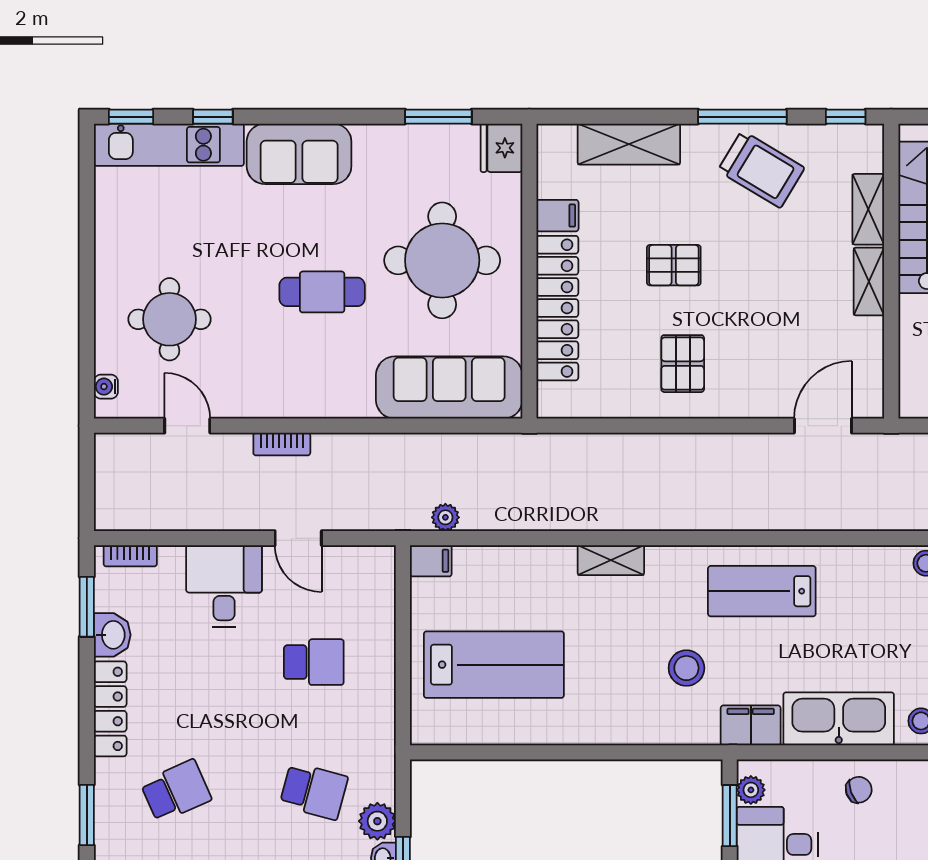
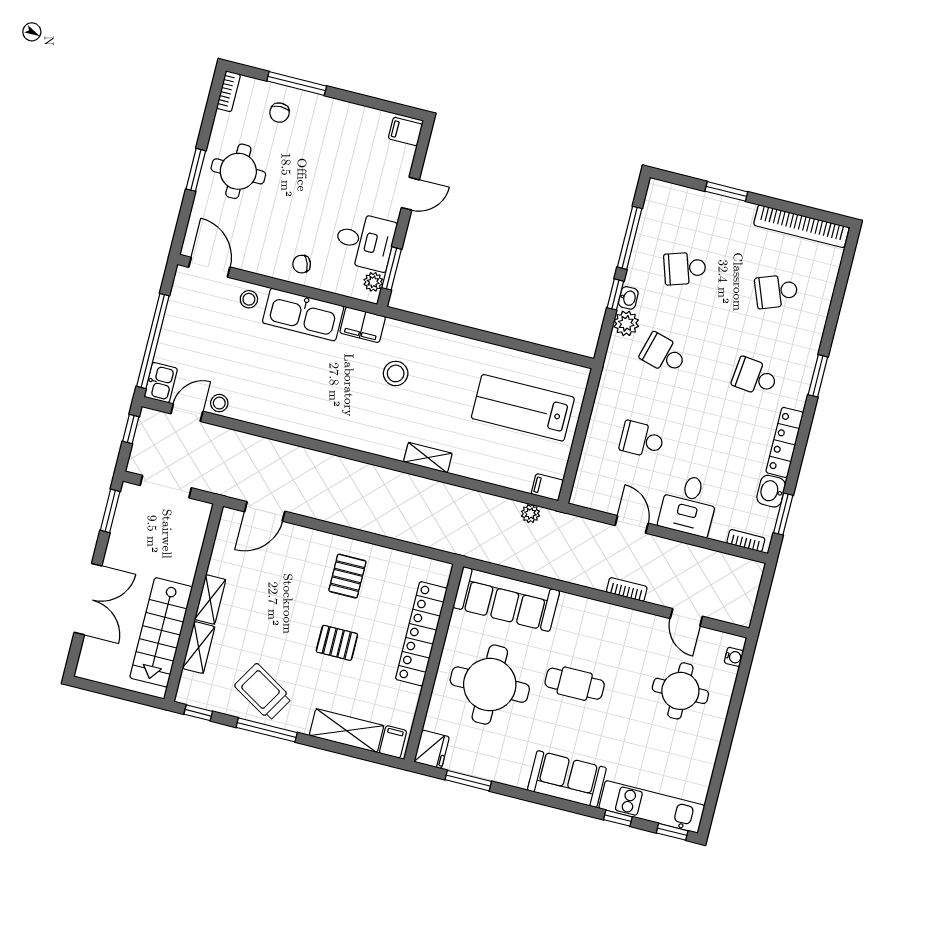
filing cabinet: (557, 216) -> (393, 742), moved, turned 90
lab bench: (762, 591) -> (333, 412), removed
school desk: (176, 791) -> (755, 377), turned 30

